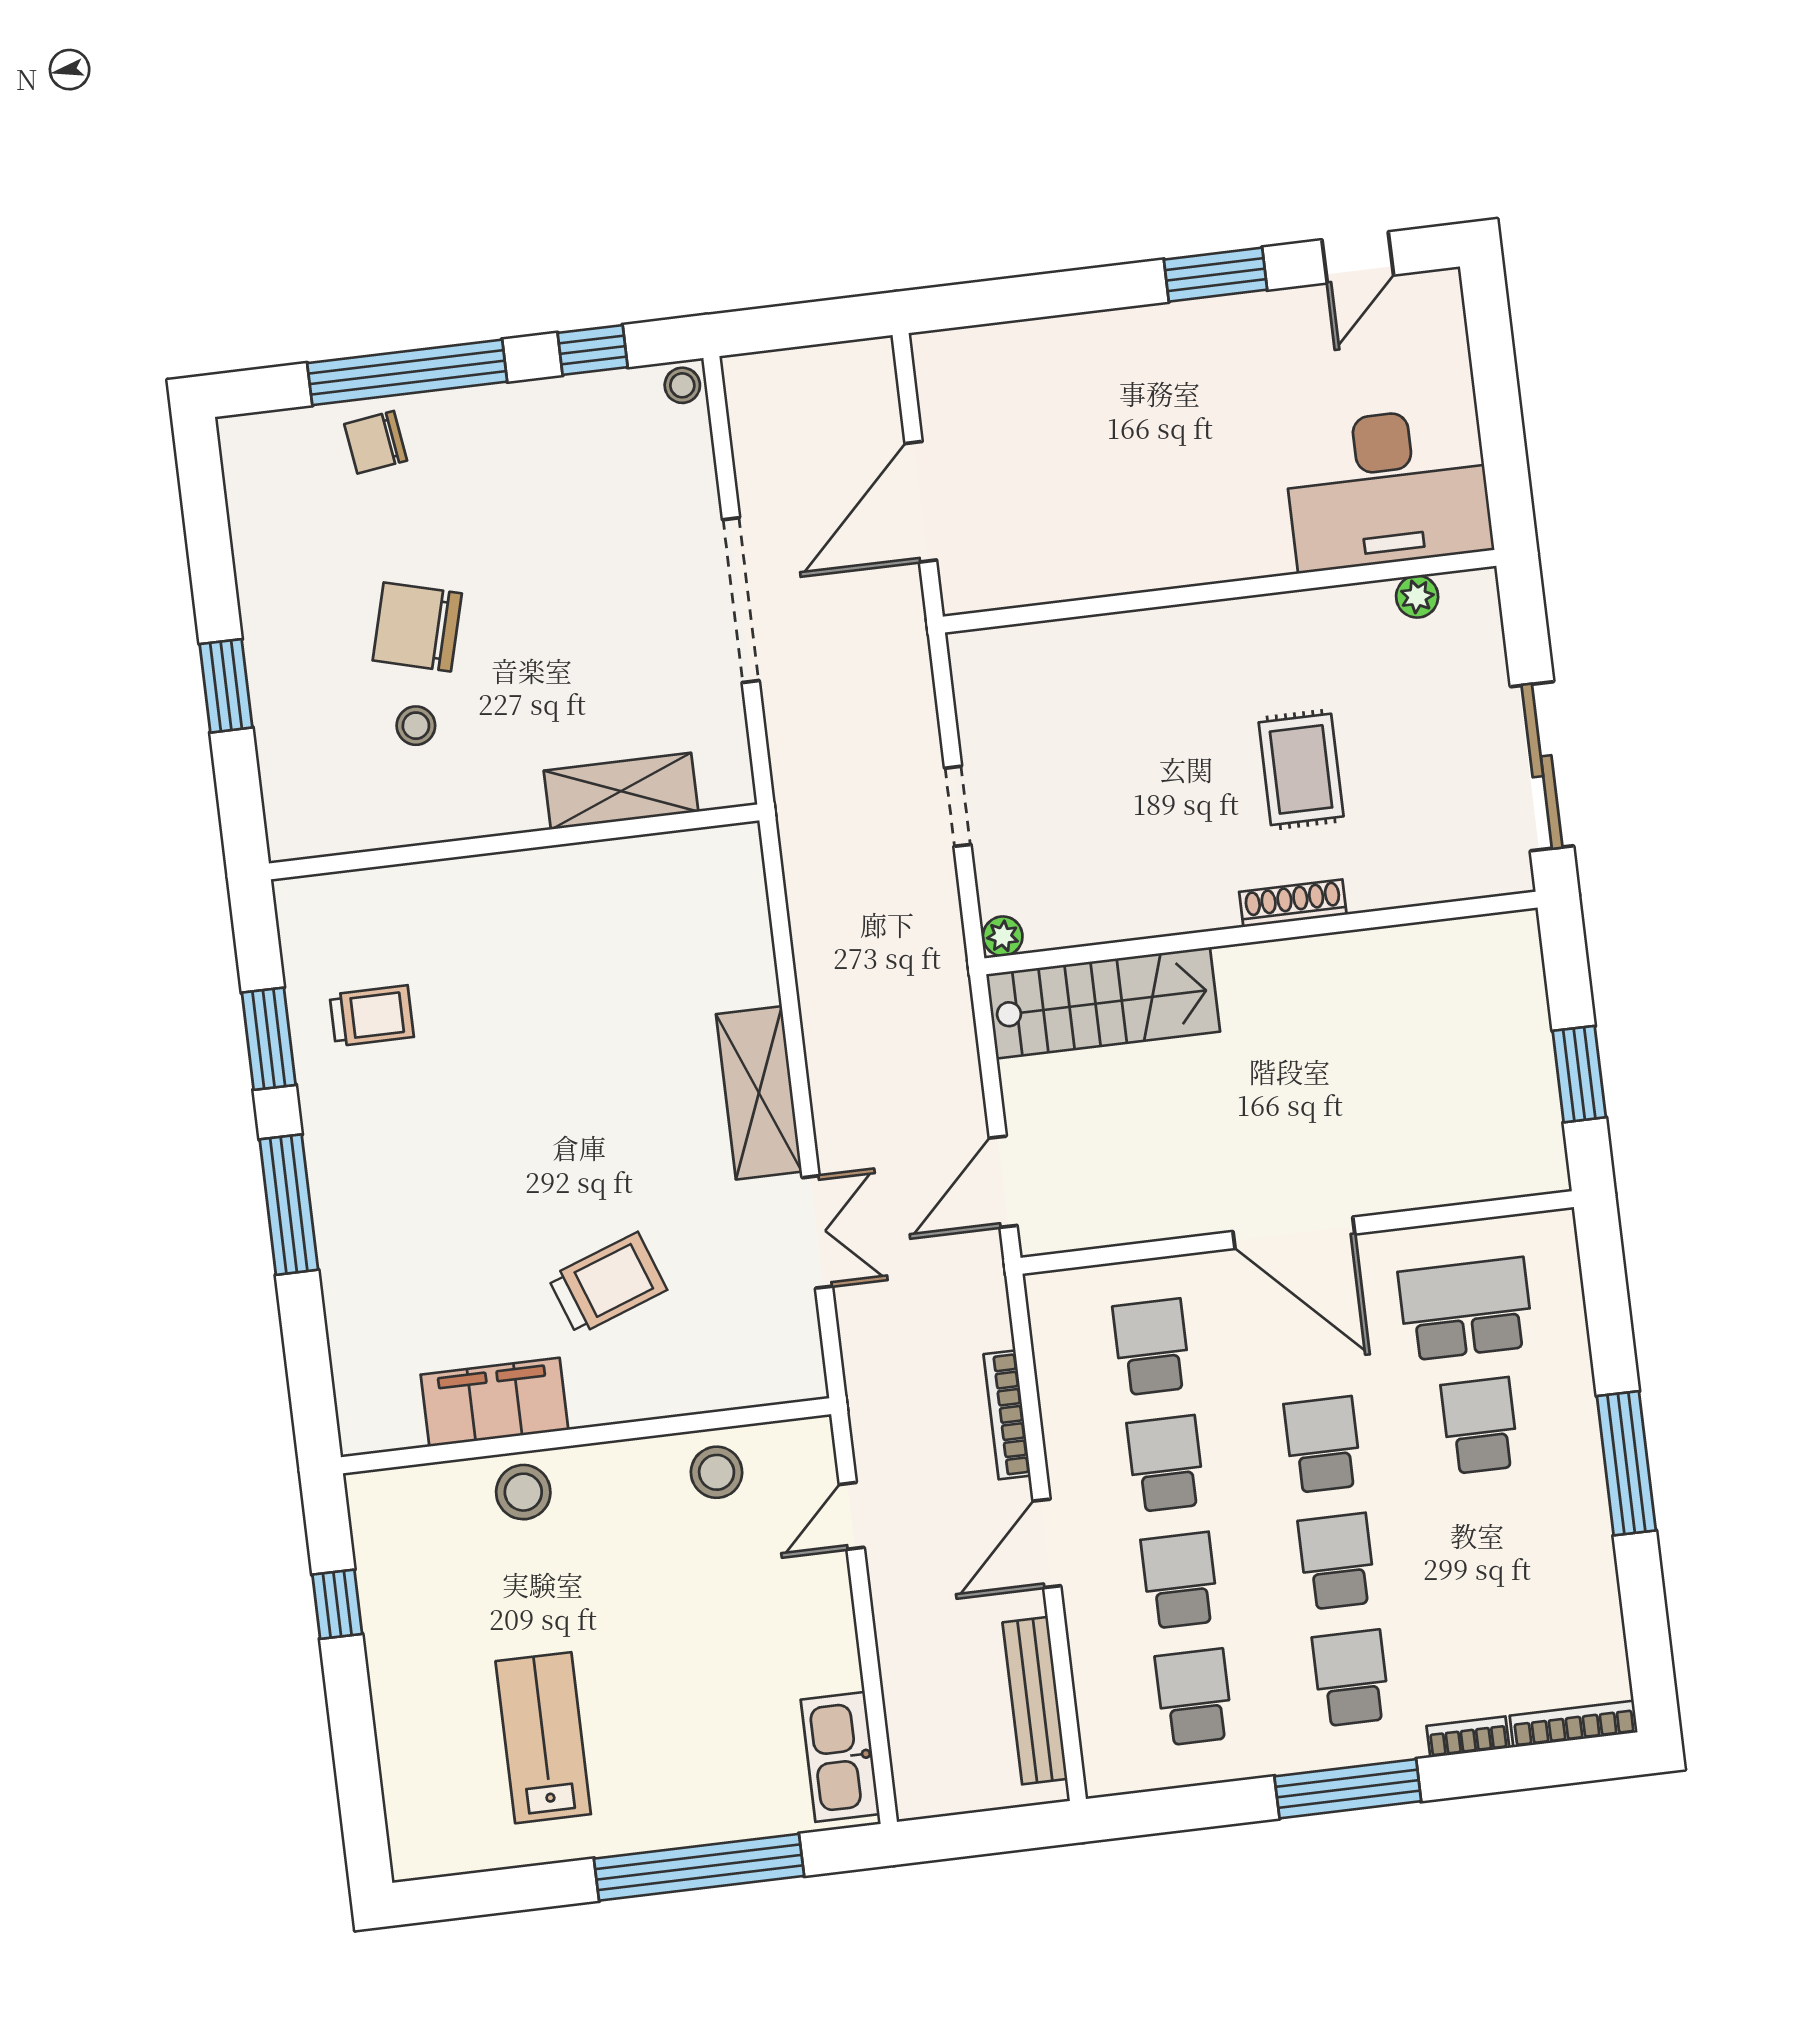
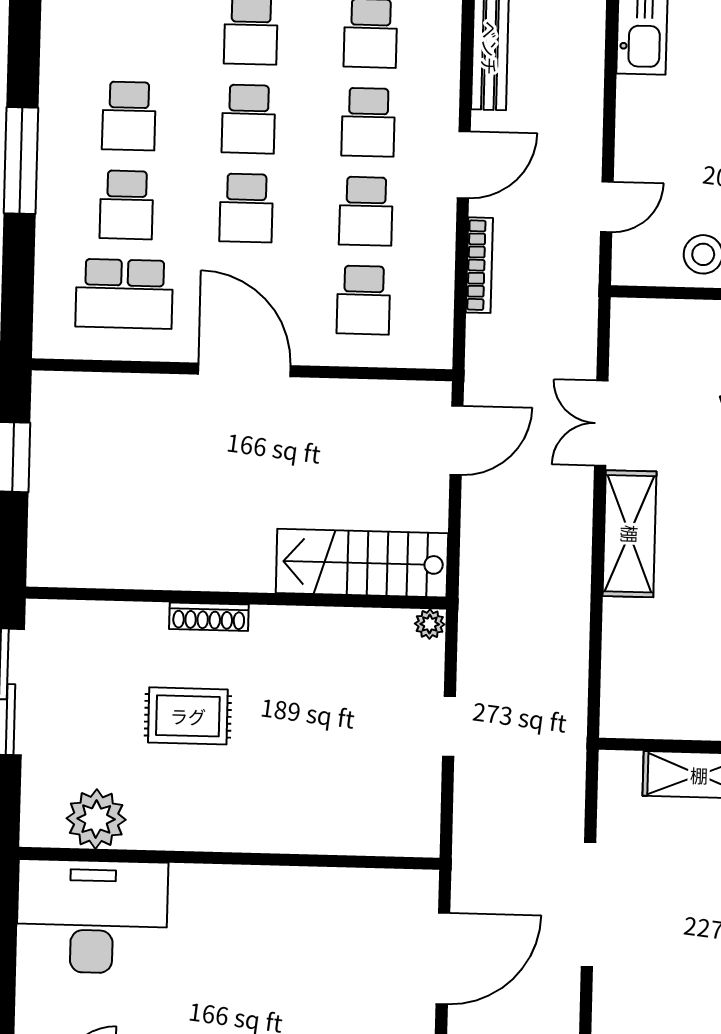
plant: (1417, 597) -> (96, 819), width x1.88, depth x1.88
rug: (1301, 769) -> (188, 716), turned 90
school desk: (1494, 1542) -> (129, 116), added

